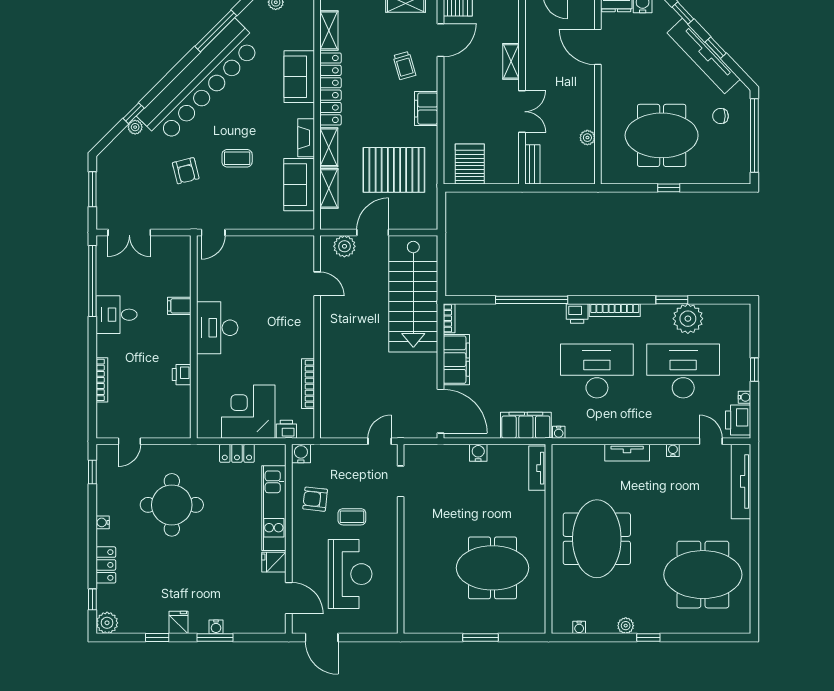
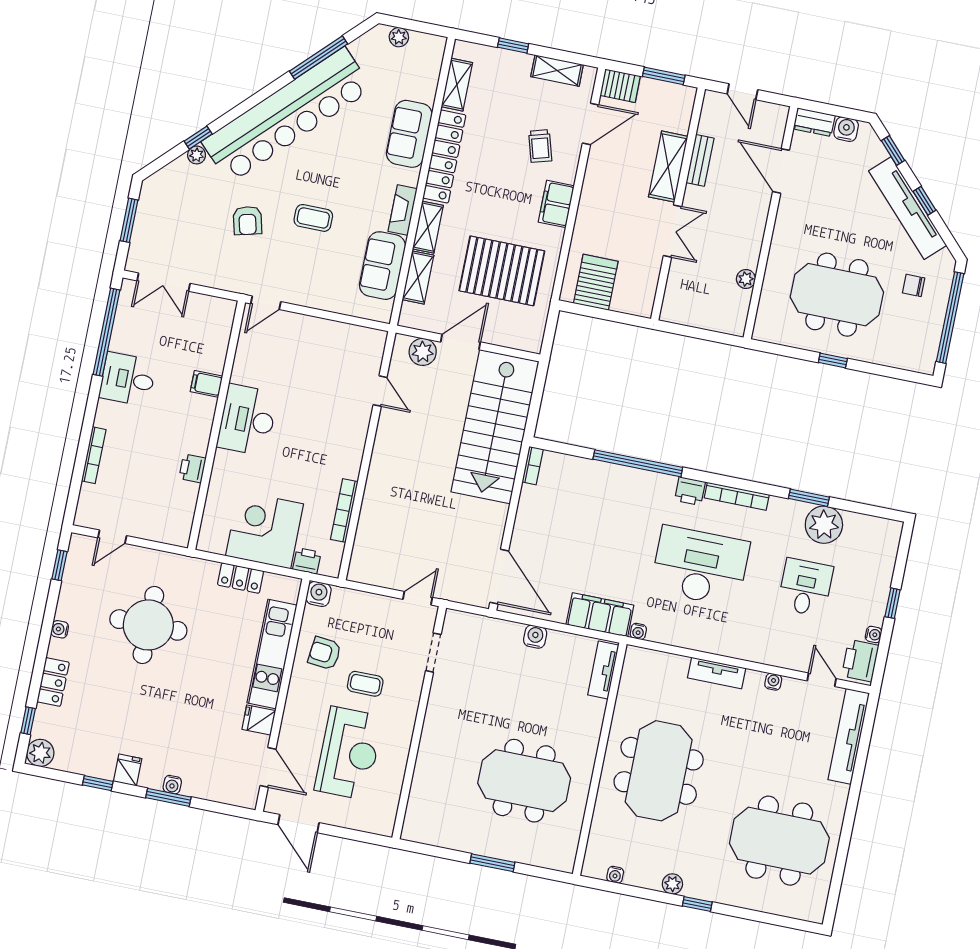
shelving: (511, 61) -> (668, 167), width x1.50, depth x1.33
bench: (532, 164) -> (700, 160), moved
filing cabinet: (456, 360) -> (531, 518), removed
desk: (683, 371) -> (805, 587), width x0.53, depth x0.77

